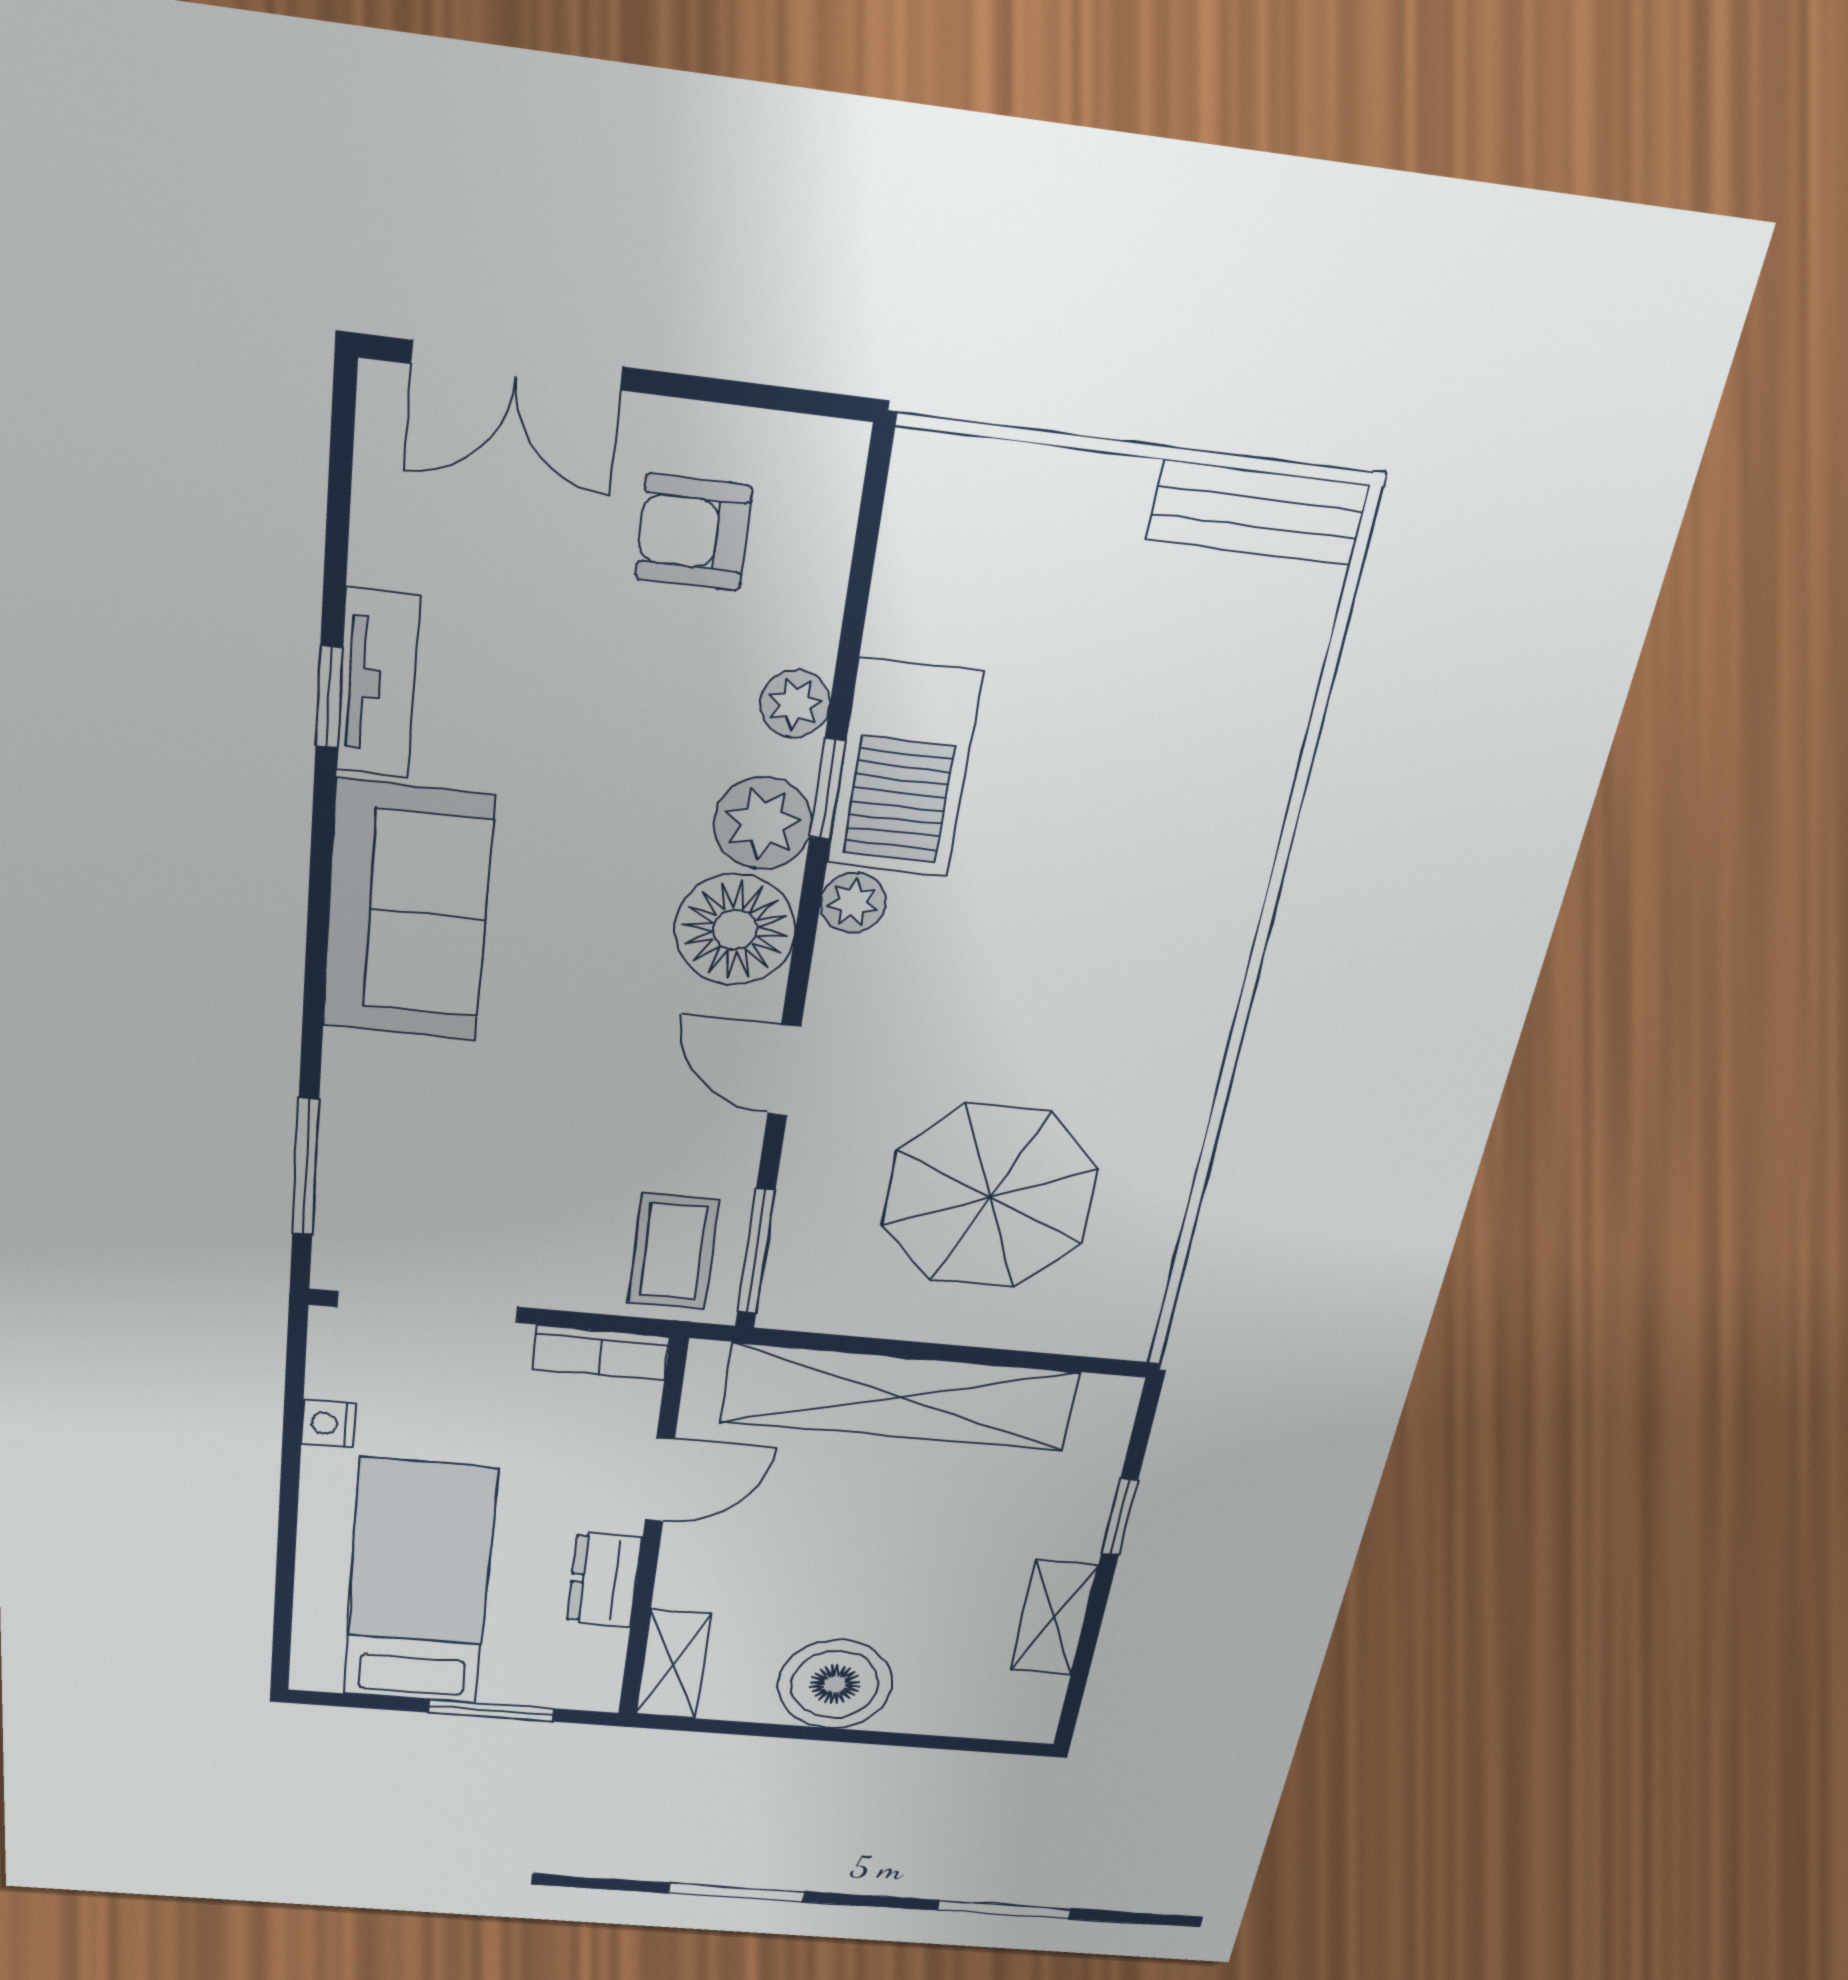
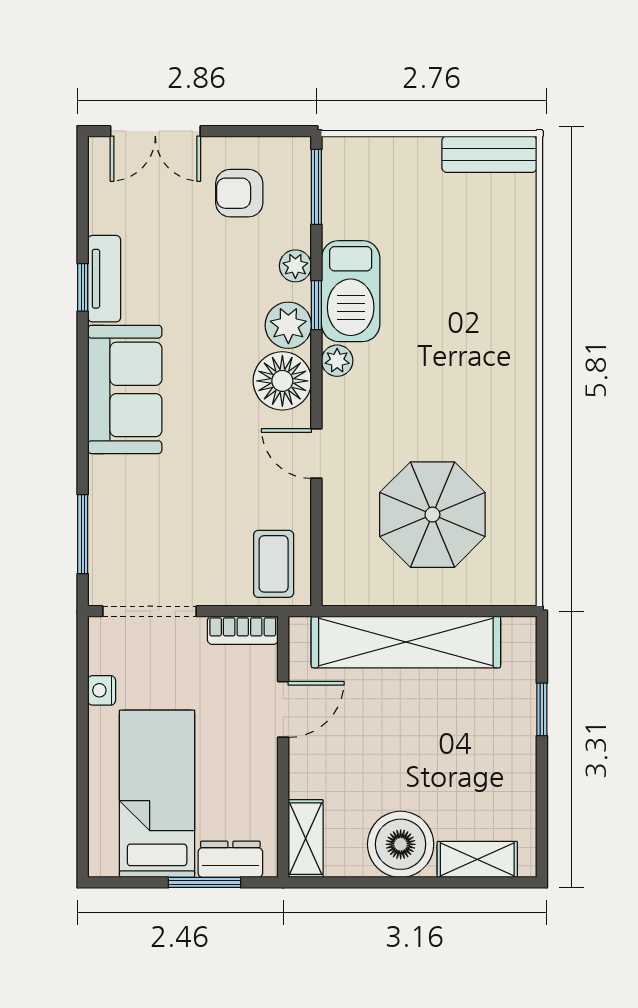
window: (756, 1252) -> (316, 187), moved
dresser: (604, 1580) -> (230, 859), moved, turned 90
shelving: (1054, 1618) -> (477, 859), moved, turned 90

